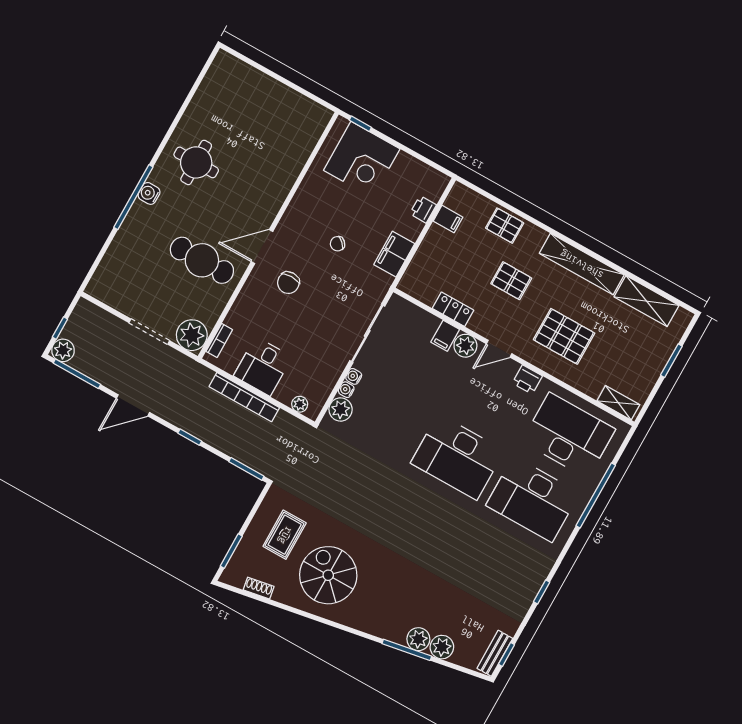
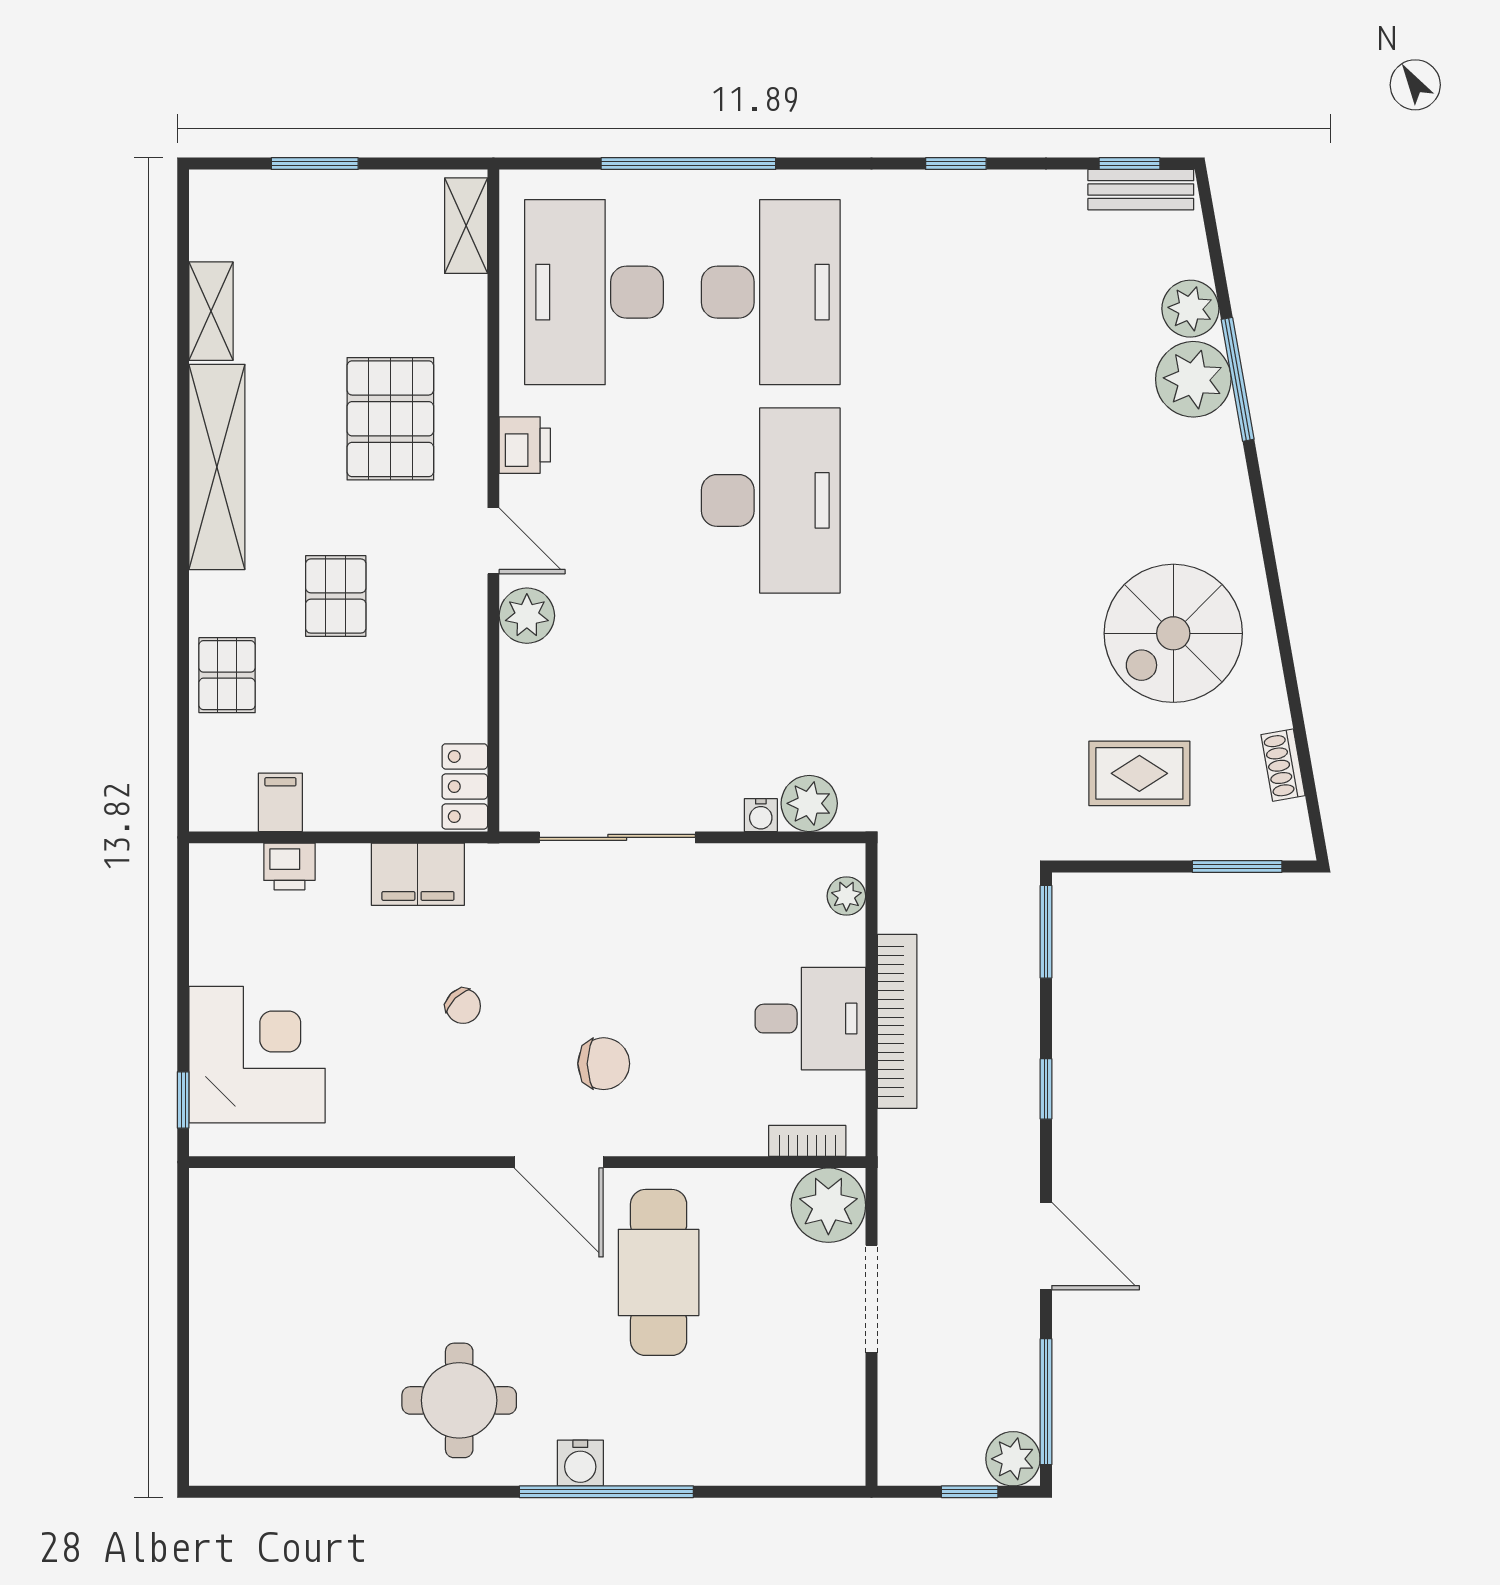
shelving: (647, 301) -> (211, 311), width x0.67, depth x0.75
locker: (453, 309) -> (465, 786), moved
filing cabinet: (445, 336) -> (530, 670), removed
water cooler: (354, 376) -> (724, 815), removed
plant: (418, 639) -> (1193, 379), width x1.36, depth x1.36

